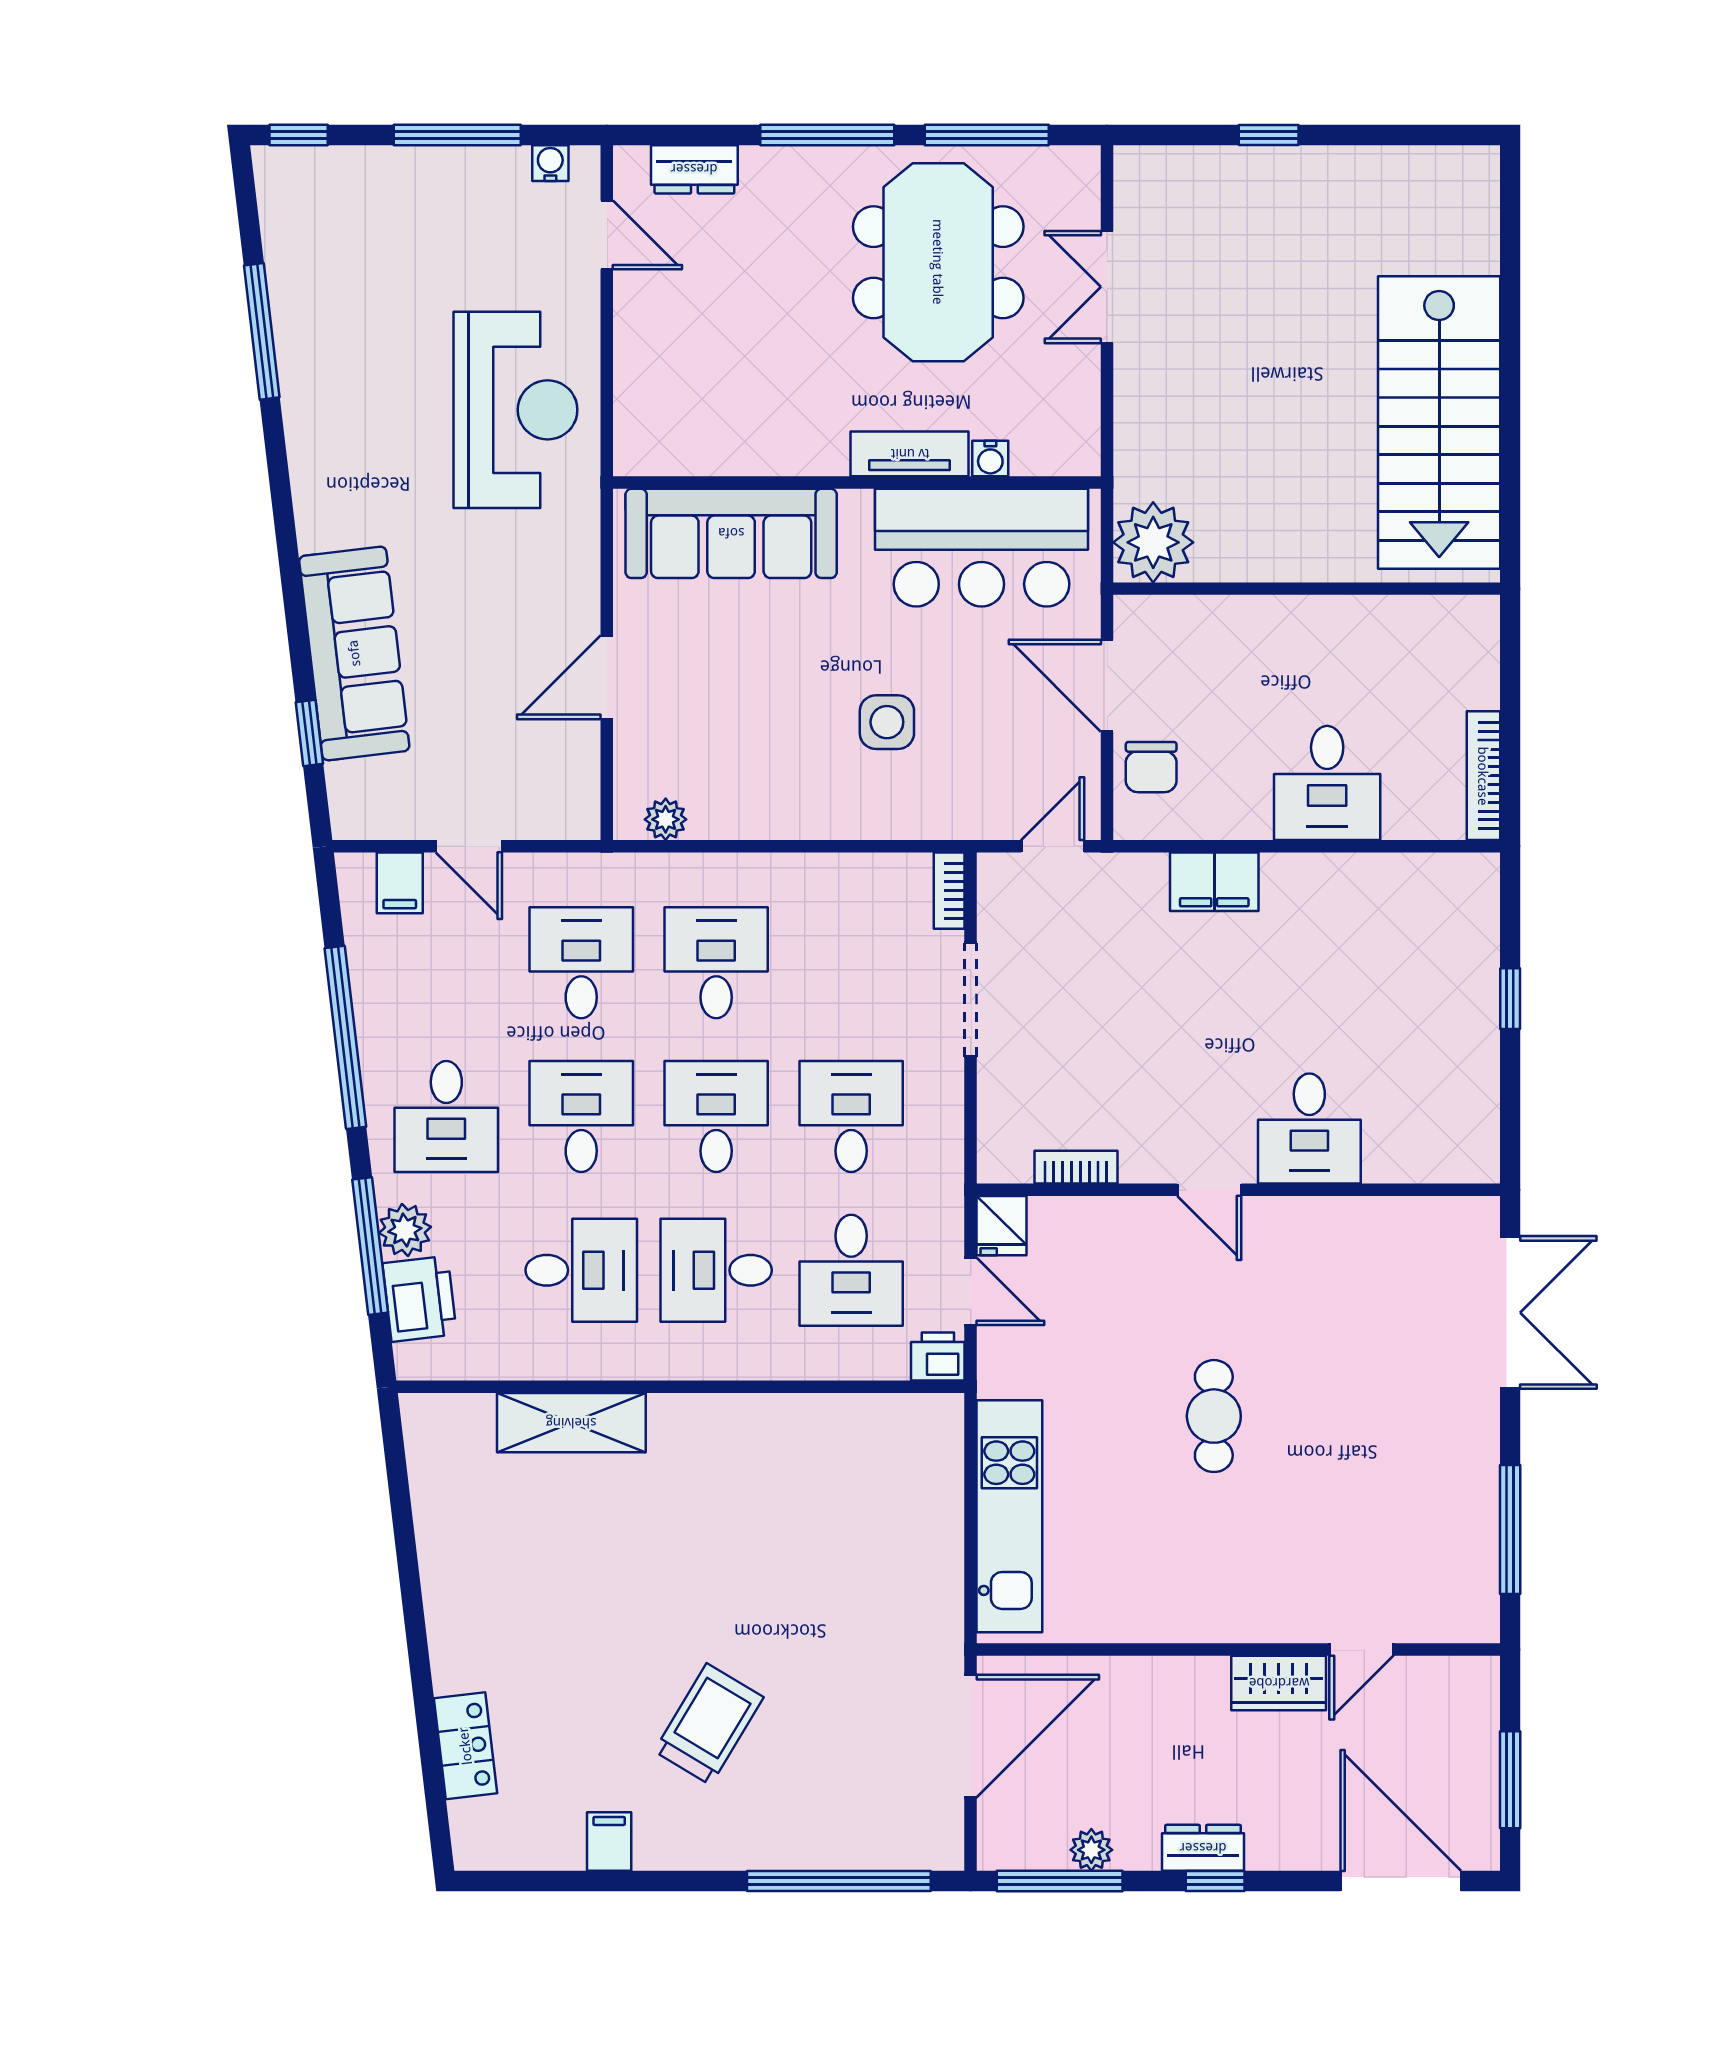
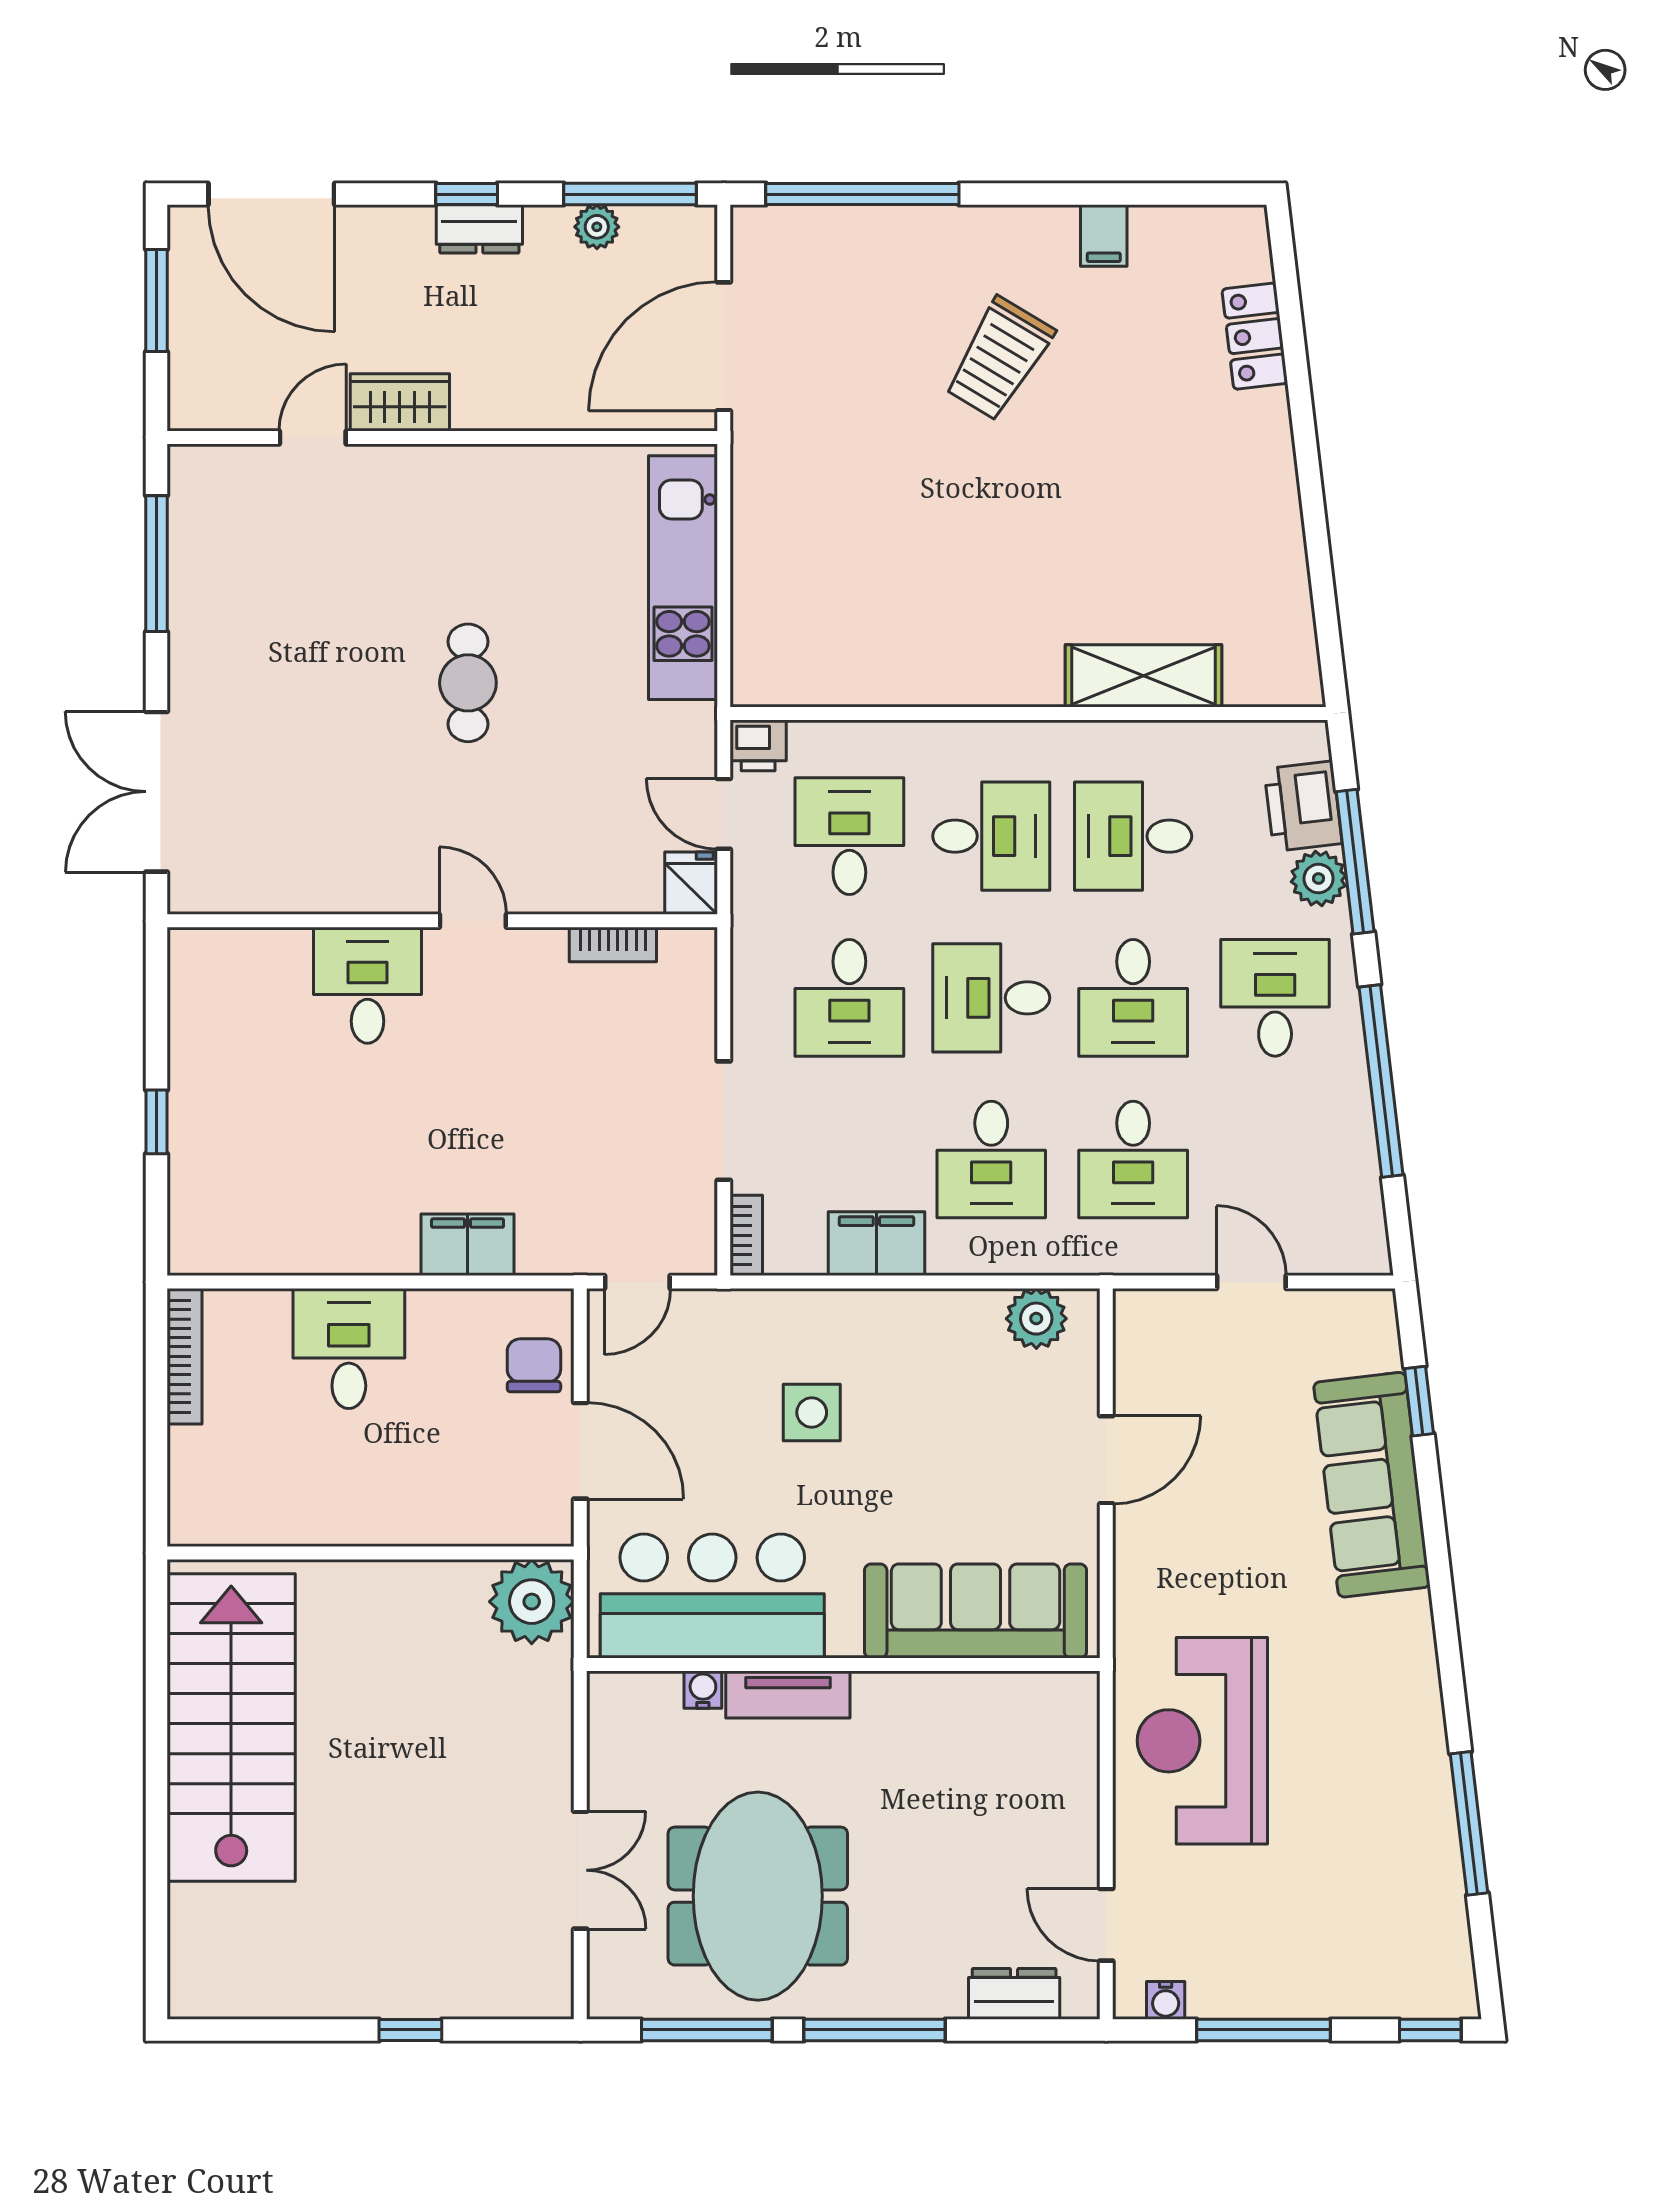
plant: (666, 819) -> (1036, 1319), width x1.38, depth x1.38
filing cabinet: (400, 883) -> (876, 1244), moved, width x2.00
desk: (716, 1117) -> (991, 998), turned 90

